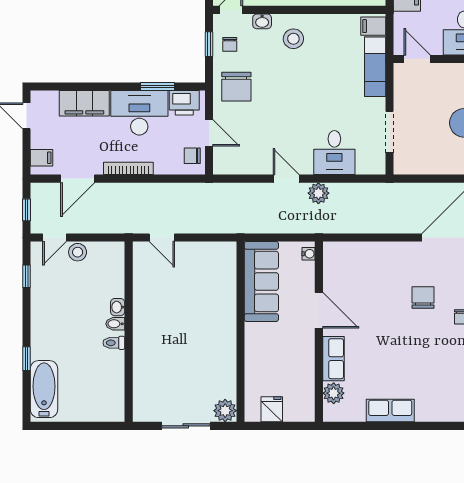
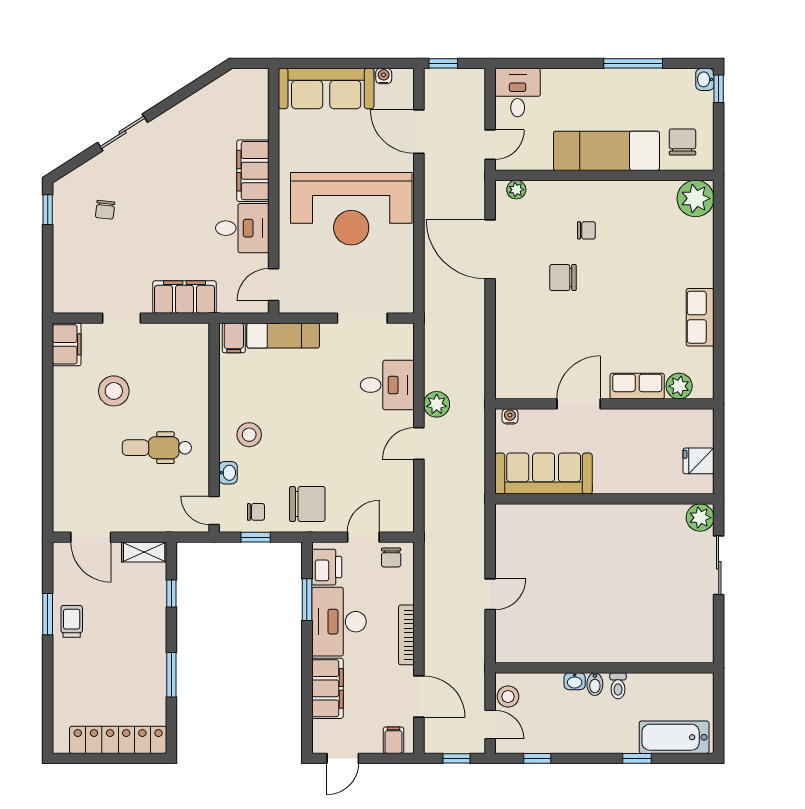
washbasin: (118, 307) -> (575, 681), moved
bidet: (115, 324) -> (595, 684), moved
wall: (129, 332) -> (604, 668), moved
toilet: (114, 343) -> (618, 686), moved

